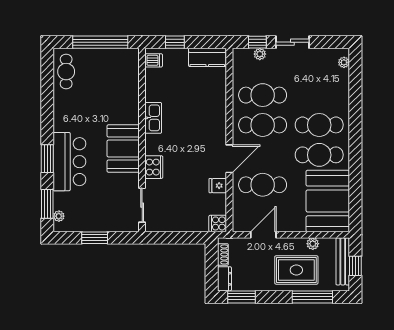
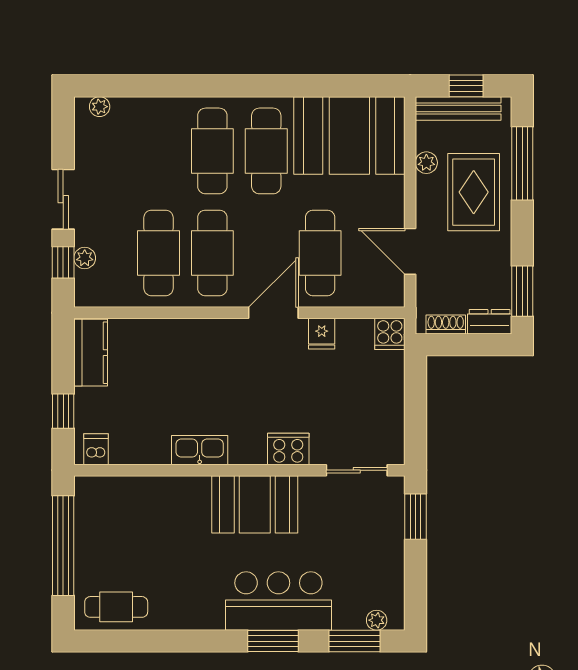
door: (229, 159) -> (273, 313), hinge flipped
window: (95, 238) -> (415, 517), moved

